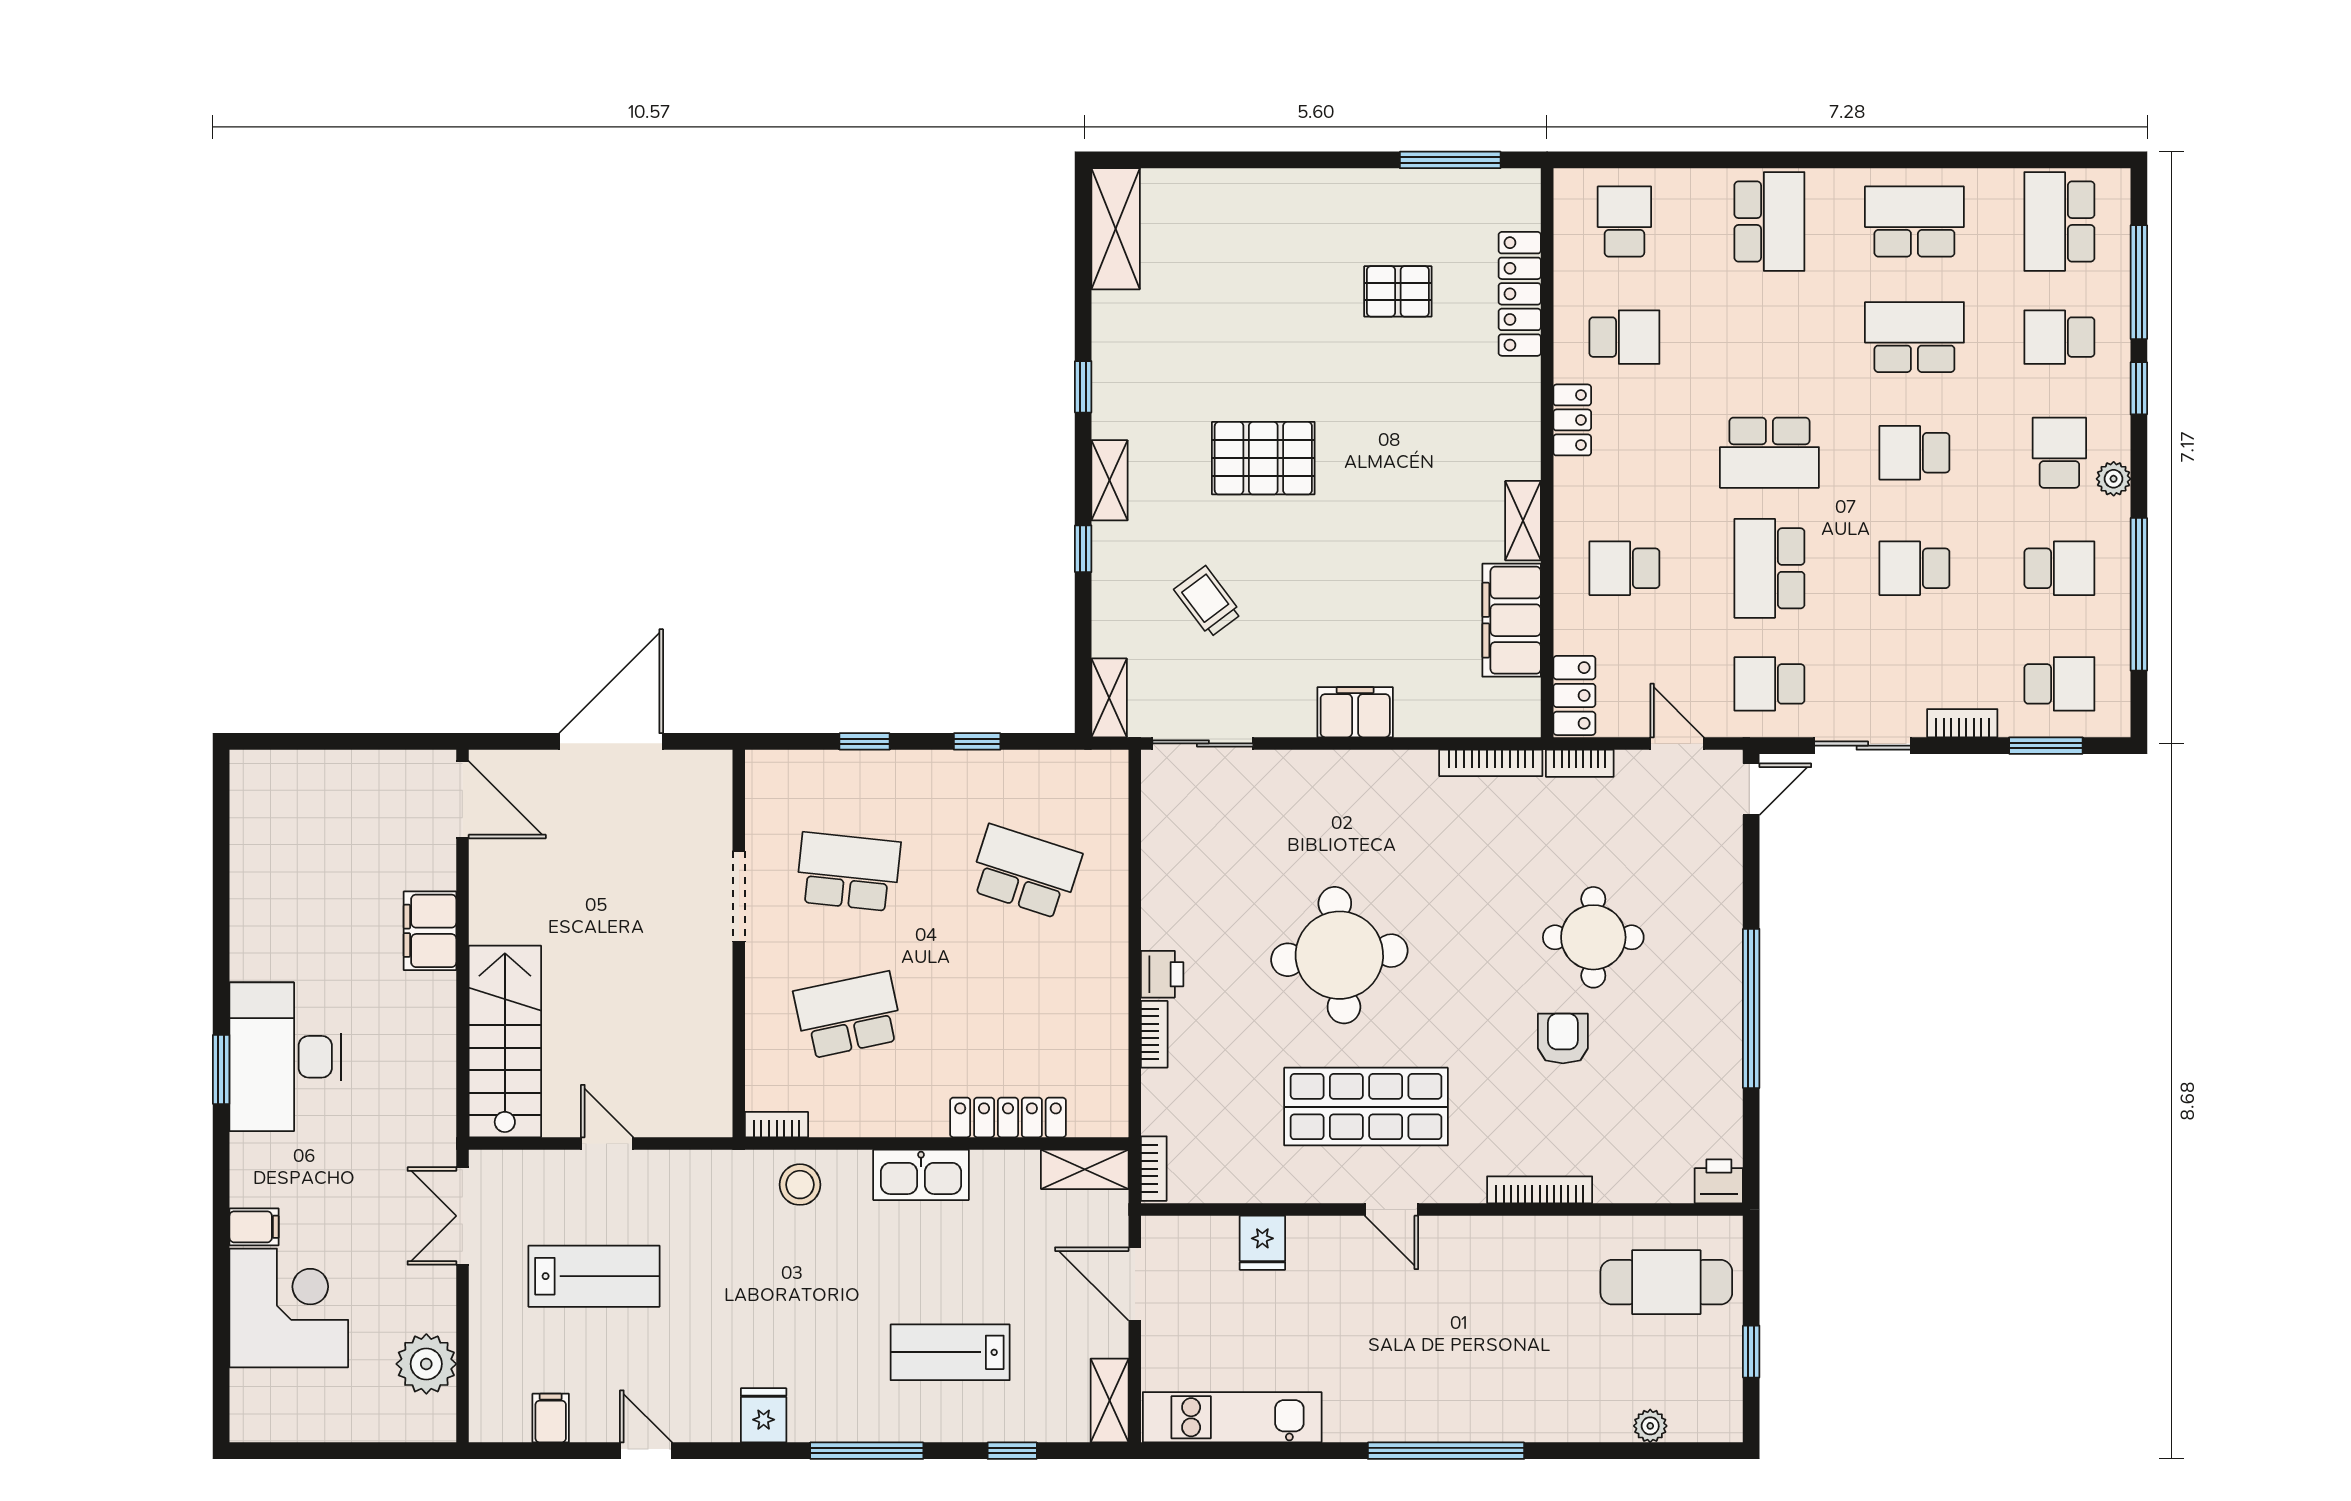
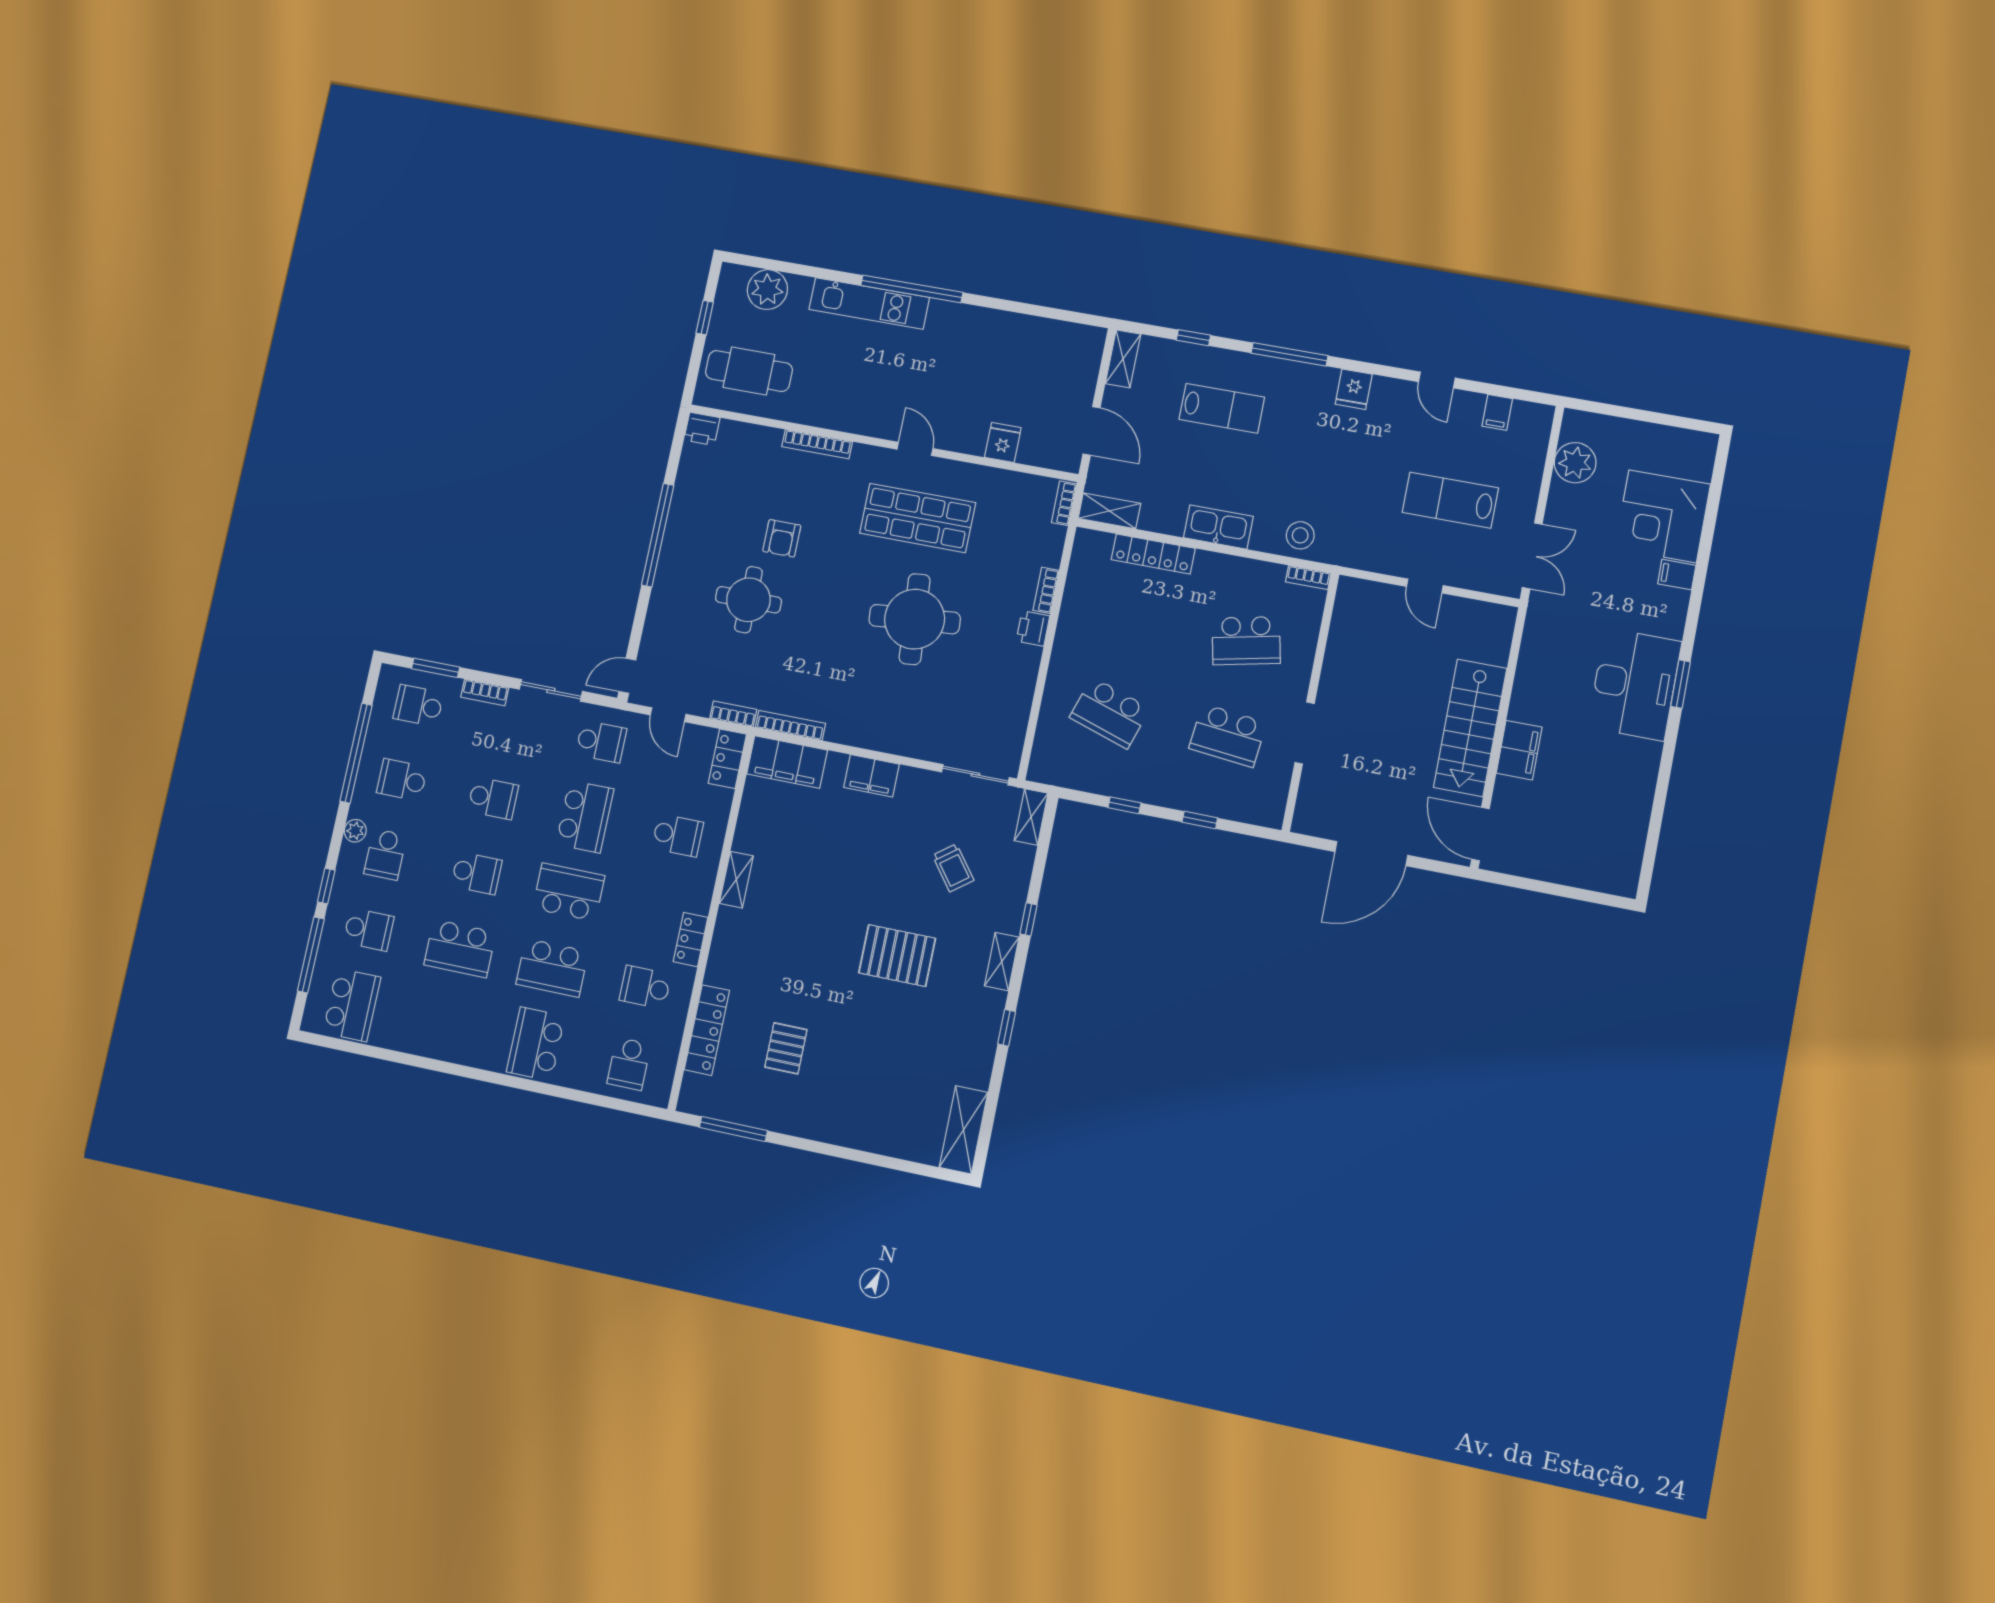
school desk: (1914, 222) -> (552, 968), moved
pallet: (1398, 291) -> (786, 1048), turned 90
filing cabinet: (1512, 620) -> (787, 762), moved, turned 90
stairs: (505, 1041) -> (1470, 728), moved
kitchen unit: (1232, 1417) -> (869, 303), moved
plant: (1650, 1426) -> (767, 290), width x1.87, depth x1.87

